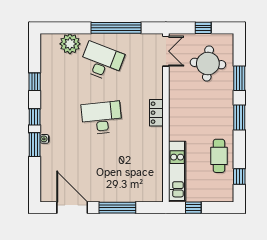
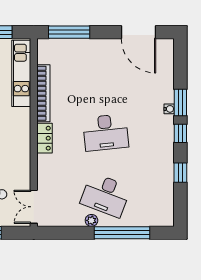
window: (116, 28) -> (122, 233), moved
plant: (70, 44) -> (91, 220), moved, width x0.53, depth x0.53
bookcase: (157, 153) -> (43, 93), added
window: (117, 208) -> (69, 32), moved

